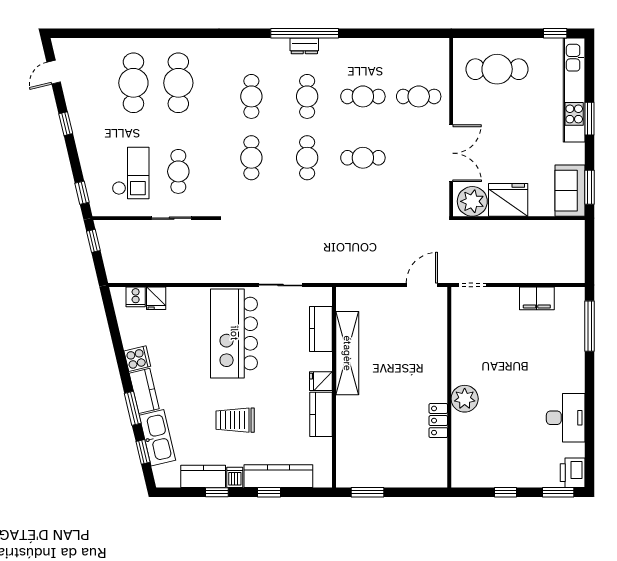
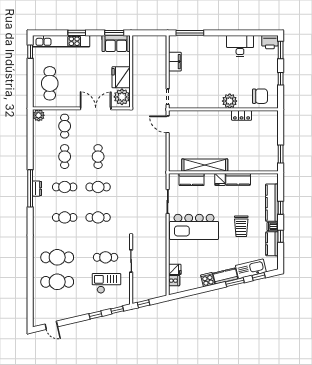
plant: (438, 49) -> (39, 115), added
window: (66, 124) -> (95, 315), moved
chair: (474, 454) -> (260, 96), added

